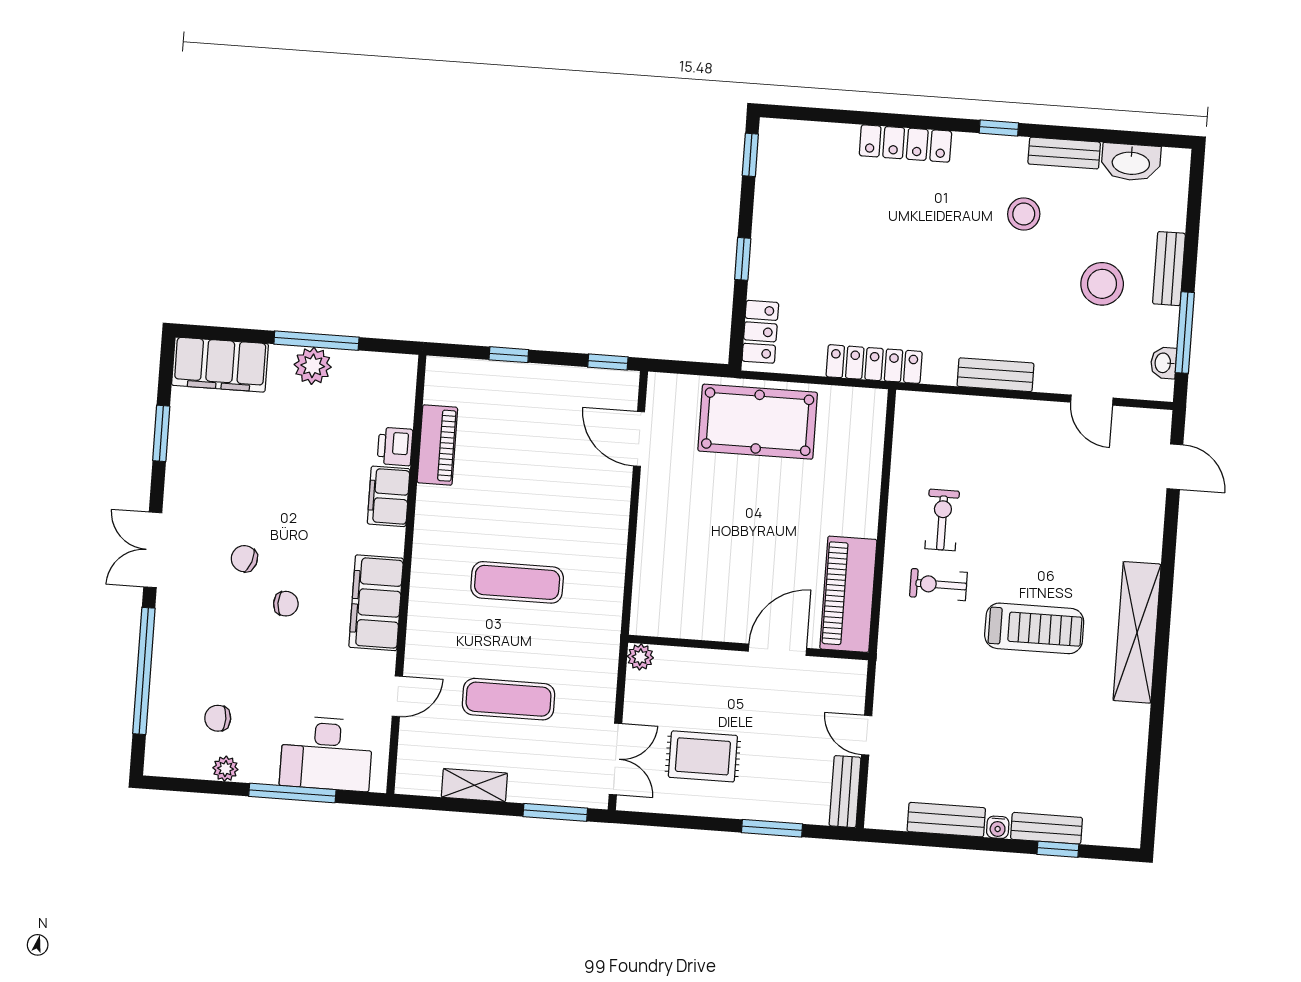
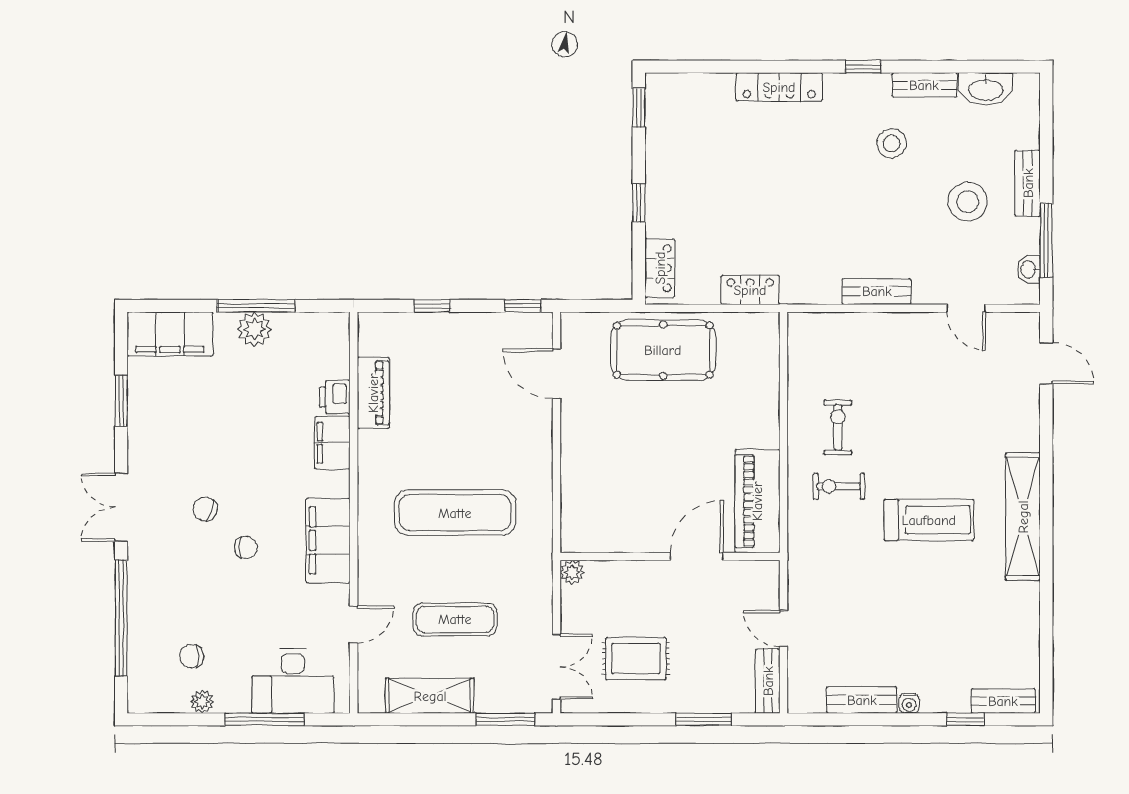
locker: (874, 364) -> (750, 290), width x0.66
exercise mat: (517, 582) -> (455, 513), width x1.36, depth x1.45
shelving: (474, 785) -> (430, 696), width x1.50, depth x1.33
bench: (1047, 828) -> (1003, 701), moved

